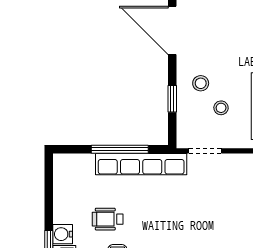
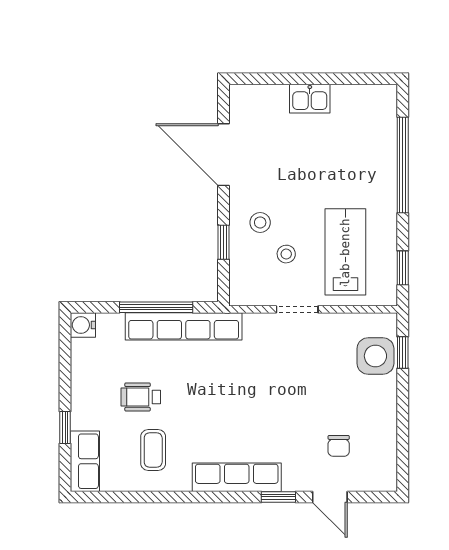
doorway: (205, 151) -> (297, 309), moved
water cooler: (63, 234) -> (83, 325), moved

